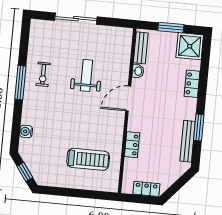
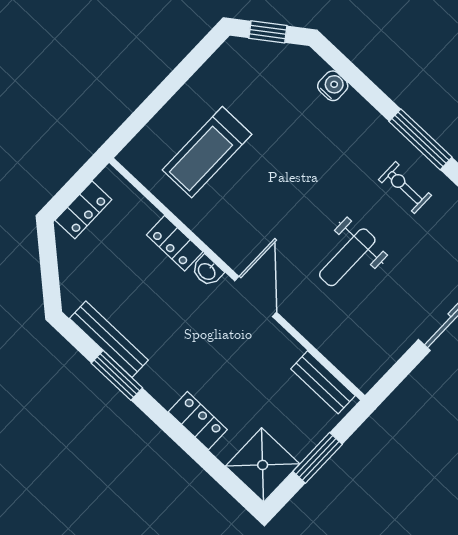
washbasin: (138, 71) -> (207, 271), moved
weight bench: (86, 75) -> (347, 257), turned 90

